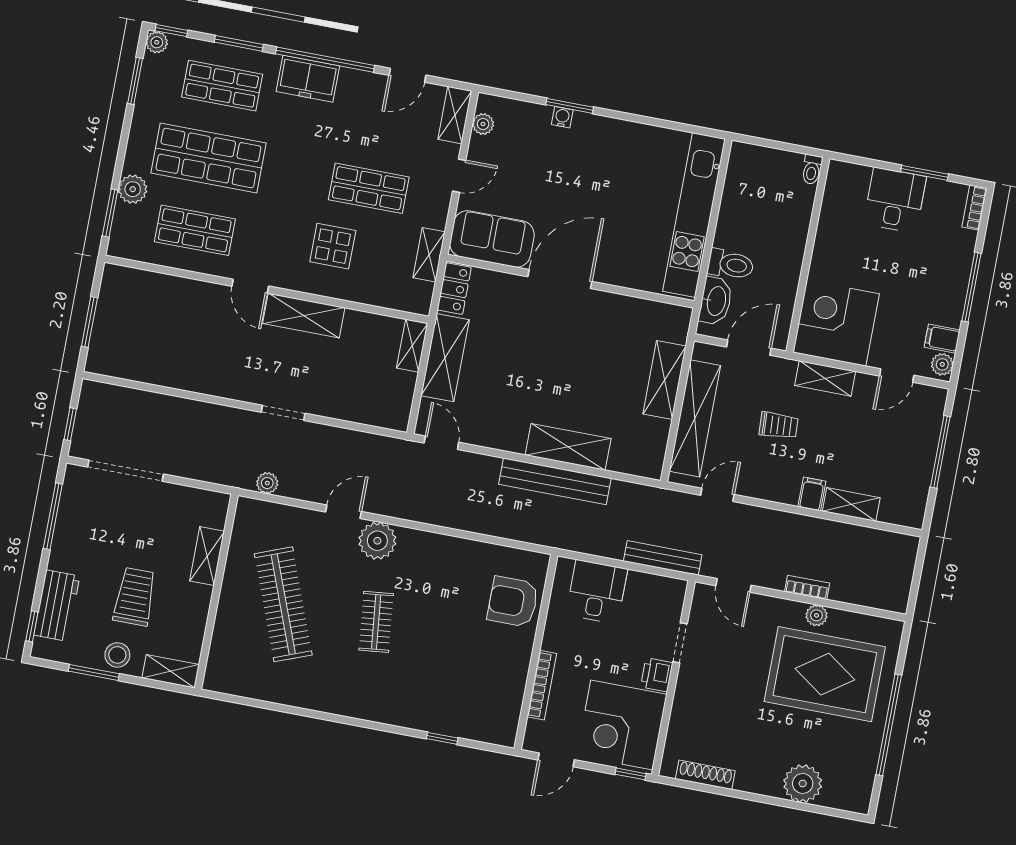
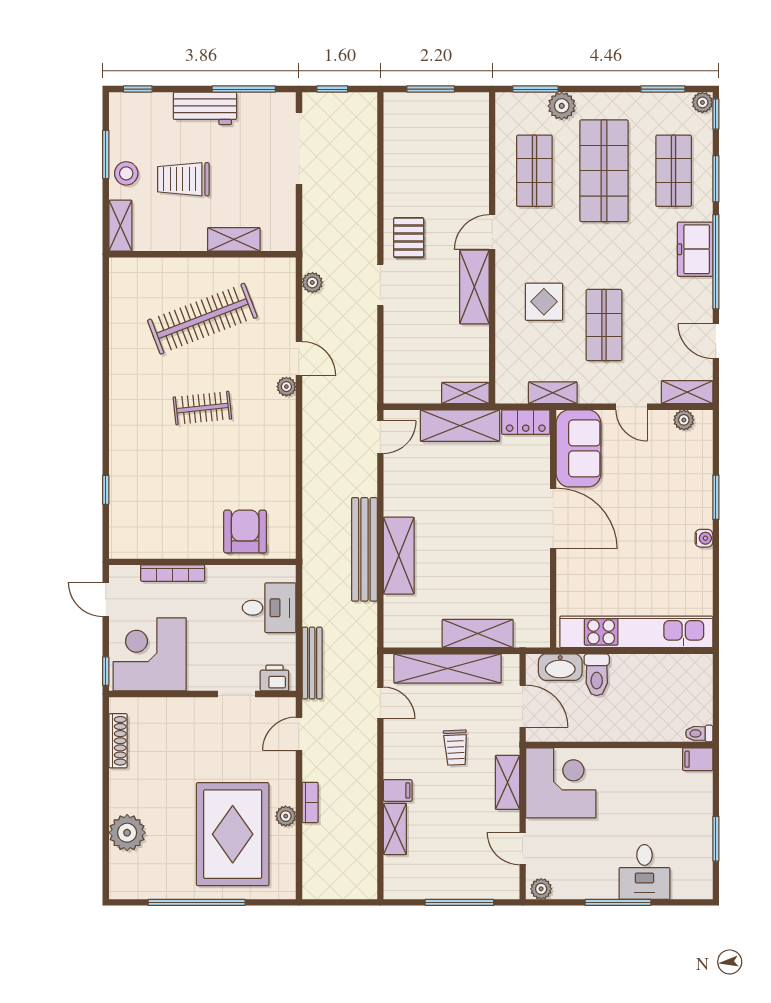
water cooler: (562, 117) -> (704, 538), moved
desk: (895, 200) -> (644, 872), moved, turned 90
bookcase: (974, 208) -> (692, 891), removed
filing cabinet: (942, 339) -> (698, 759), moved, turned -90
pallet: (239, 374) -> (409, 238), added
plant: (377, 541) -> (286, 387), width x0.53, depth x0.53
trolley: (135, 597) -> (183, 179), turned 180
workbench: (57, 606) -> (205, 108), moved
printer: (657, 675) -> (274, 678), moved

